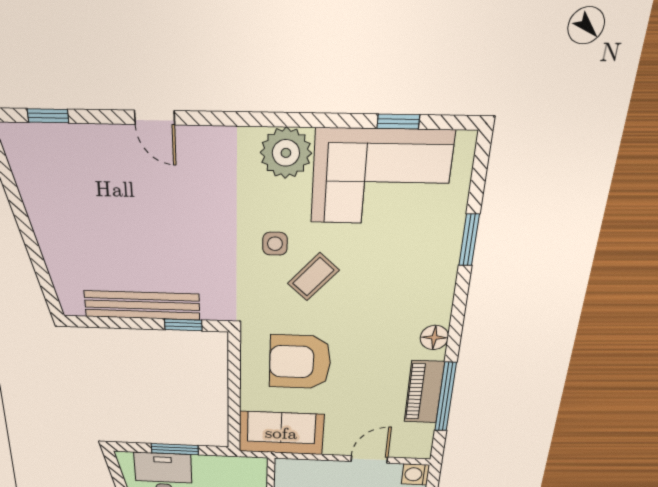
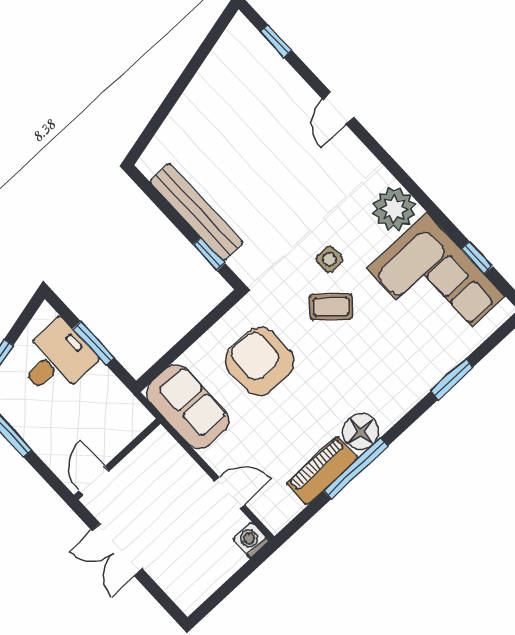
floor lamp: (434, 337) -> (361, 431), width x1.38, depth x1.38
window: (446, 397) -> (356, 469), moved

